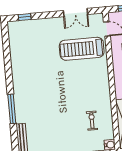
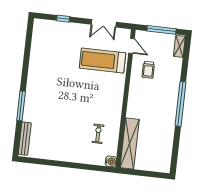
window: (25, 17) -> (63, 19), moved

